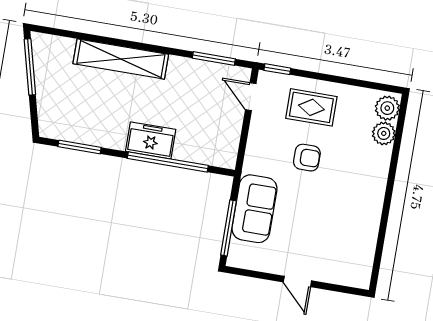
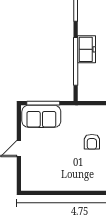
sofa: (254, 209) -> (41, 116), moved

